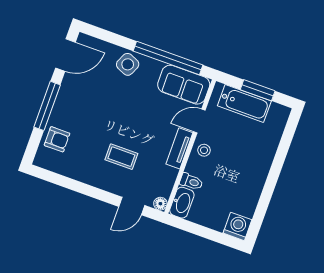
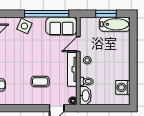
bathtub: (244, 103) -> (115, 24), moved
tv unit: (179, 148) -> (72, 69), width x1.41
washing machine: (237, 226) -> (123, 87), moved, turned -90

